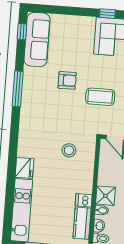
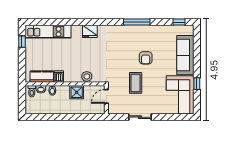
sofa: (37, 40) -> (185, 55), moved, turned 90
stool: (69, 150) -> (87, 76), moved
fridge: (24, 168) -> (90, 31), moved
shower: (105, 196) -> (77, 92), moved

